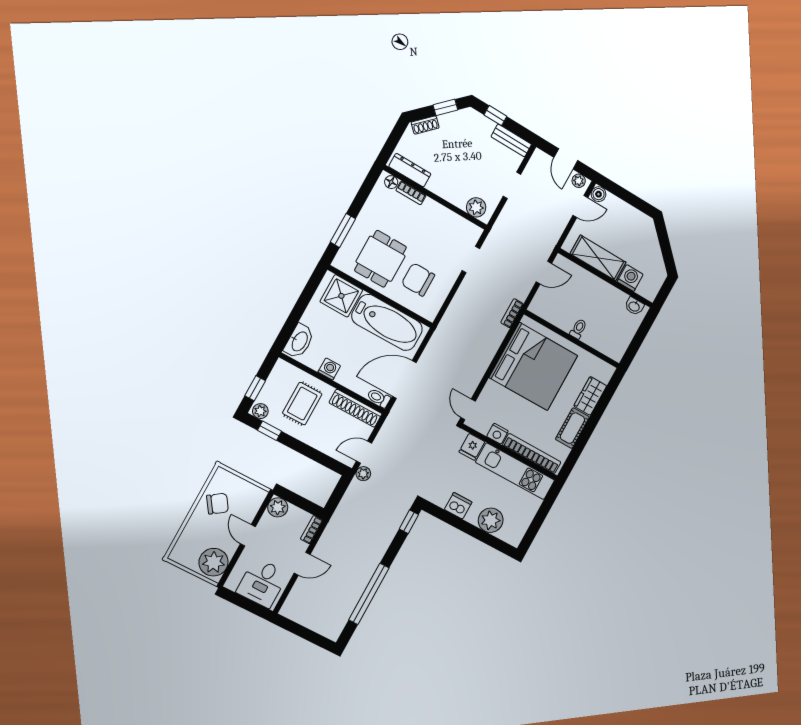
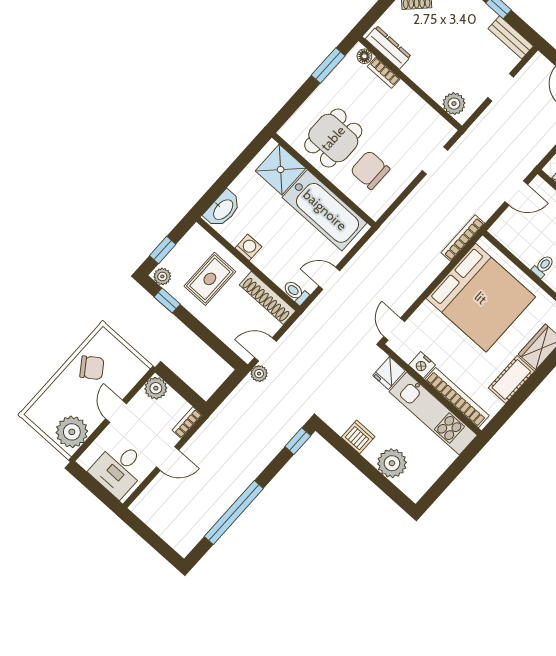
window: (343, 230) -> (328, 65), moved
bookcase: (512, 313) -> (463, 238), width x1.56
door: (404, 379) -> (329, 278), width x0.53

